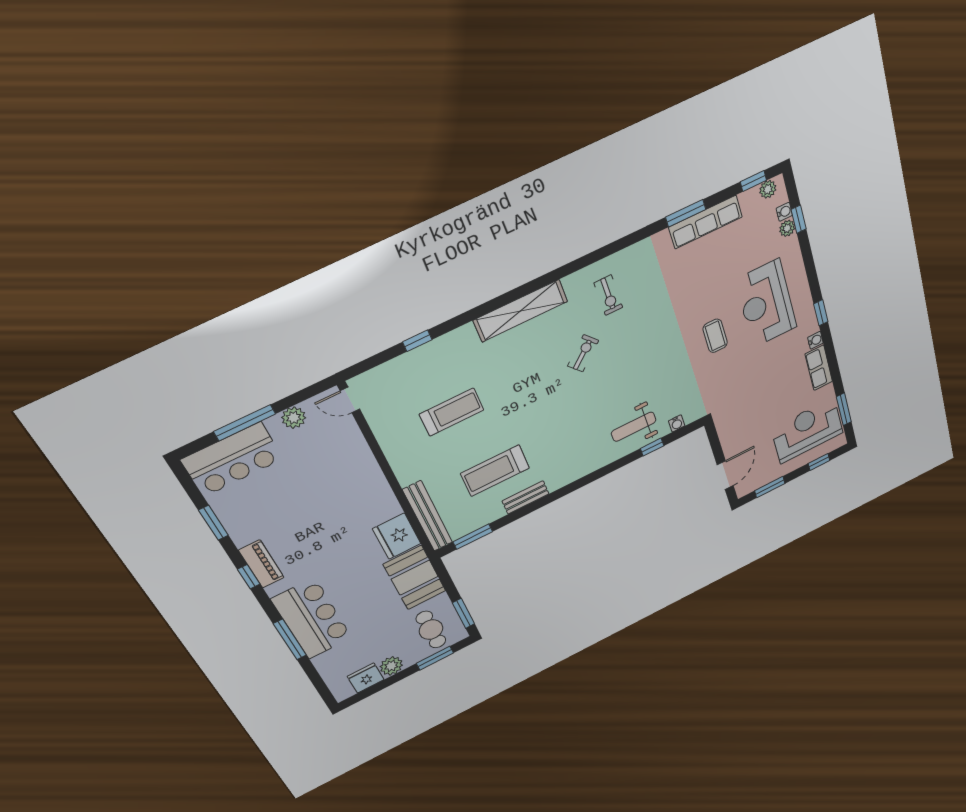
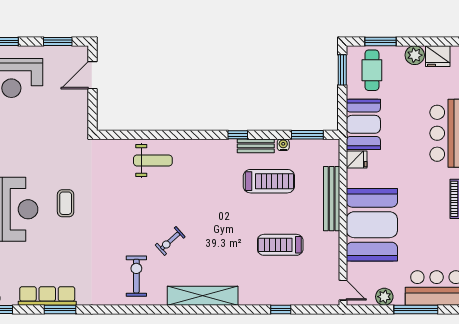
exercise bike: (608, 295) -> (136, 276), width x1.38, depth x1.39
water cooler: (677, 423) -> (283, 145), moved
window: (652, 447) -> (238, 135), moved
booth: (352, 487) -> (372, 225), added
bench: (428, 516) -> (332, 199), moved
fridge: (397, 536) -> (357, 160), width x0.53, depth x0.75

